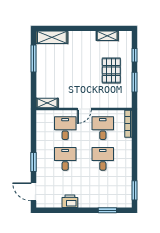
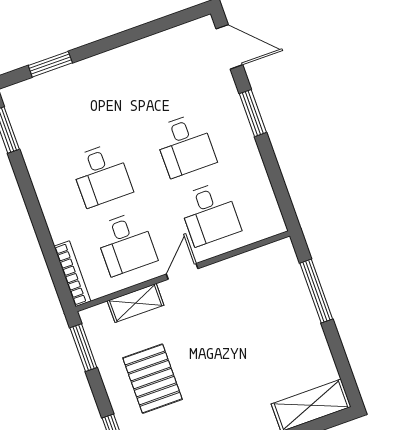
window: (34, 58) -> (316, 291), moved
window: (134, 82) -> (83, 348), moved
shelving: (47, 103) -> (136, 303), moved
printer: (70, 201) -> (141, 55), removed

